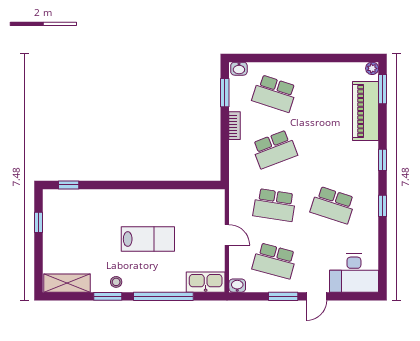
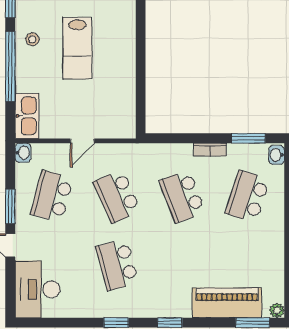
school desk: (274, 205) -> (117, 196), turned -33
school desk: (333, 205) -> (117, 265), turned -33
stool: (116, 282) -> (32, 39), moved

